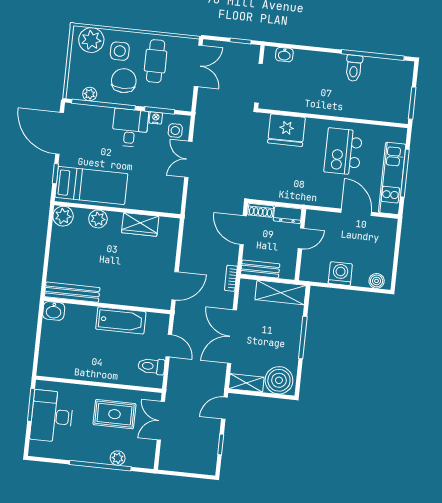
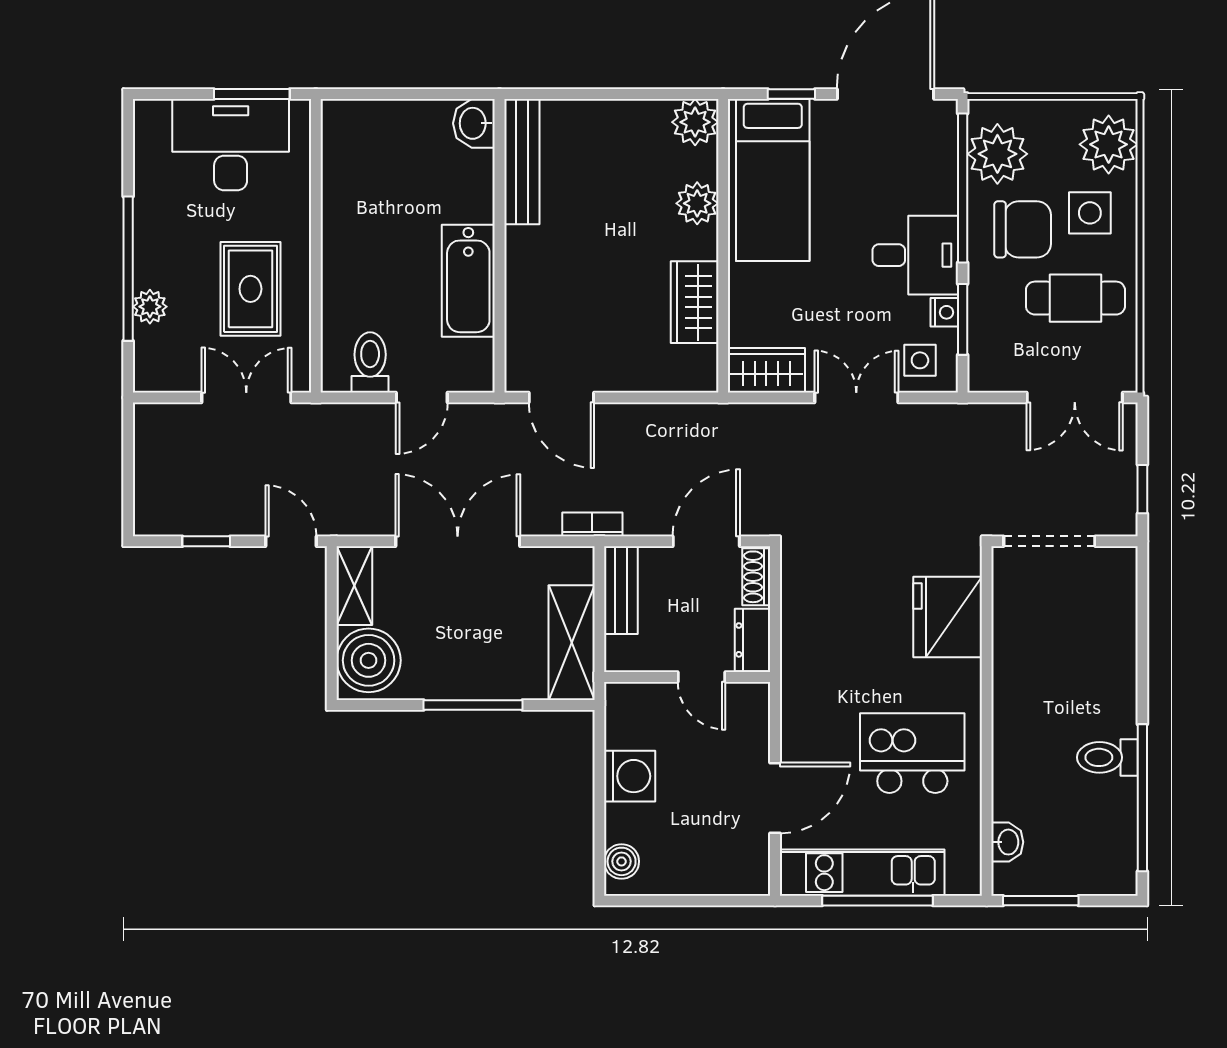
washbasin: (284, 55) -> (1007, 842), moved, turned 180
plant: (90, 94) -> (997, 154), width x1.87, depth x1.87
wardrobe: (173, 197) -> (766, 370), added

